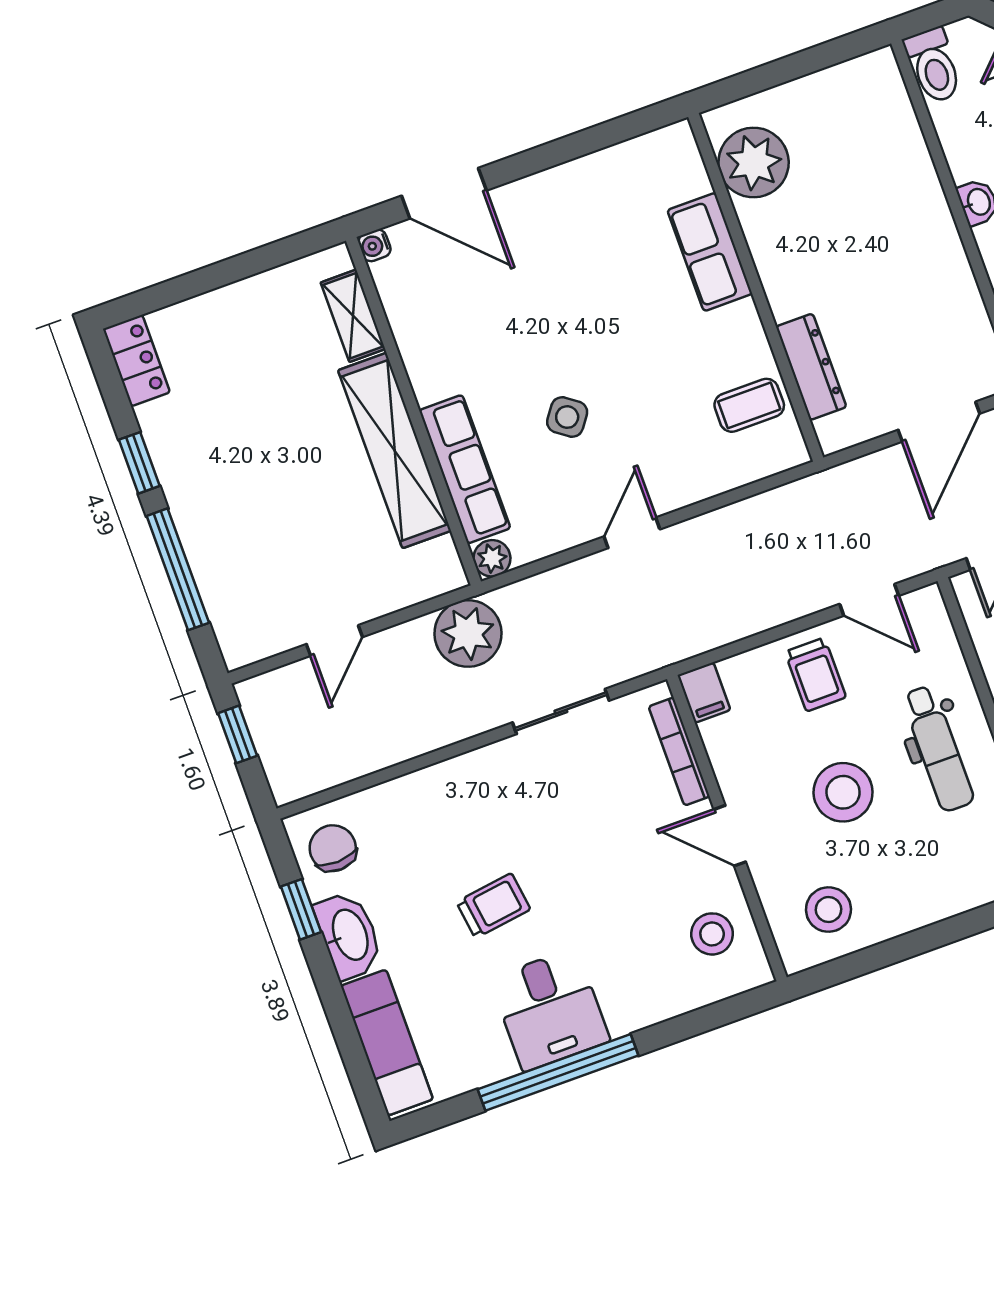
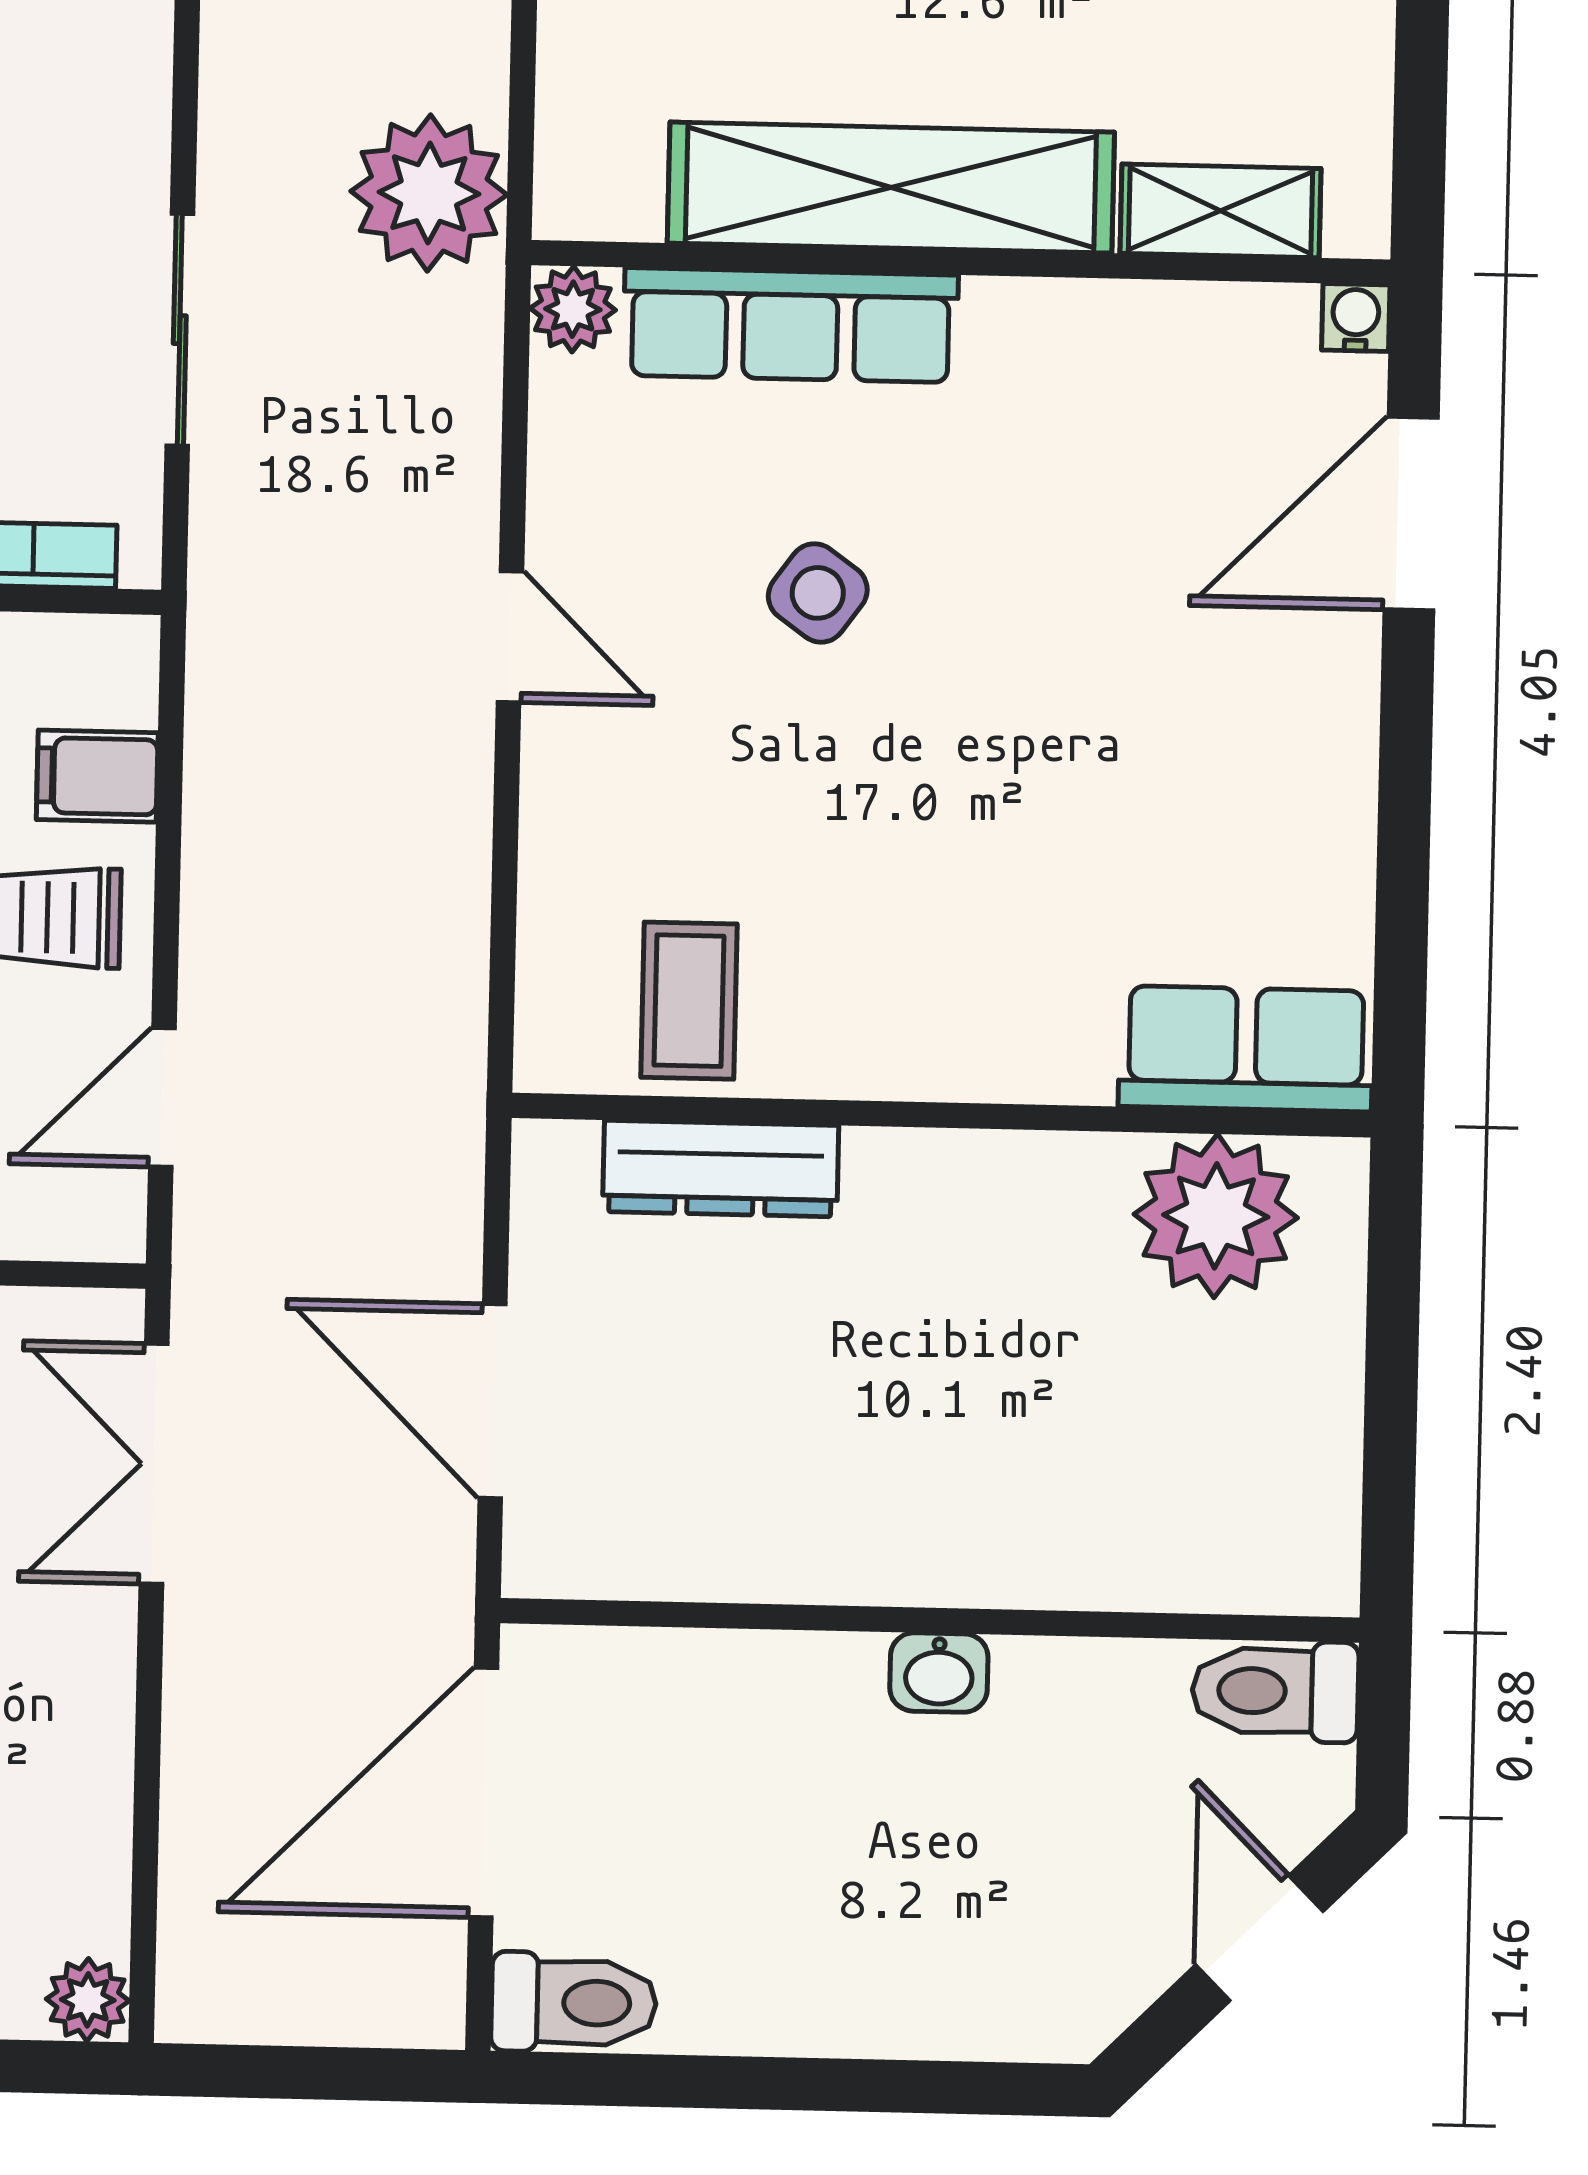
row of seats: (710, 252) -> (1246, 1049), moved
filing cabinet: (704, 693) -> (97, 776), moved

